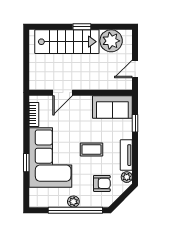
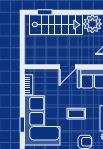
window: (82, 27) -> (45, 12), moved
door: (63, 93) -> (67, 67), moved

